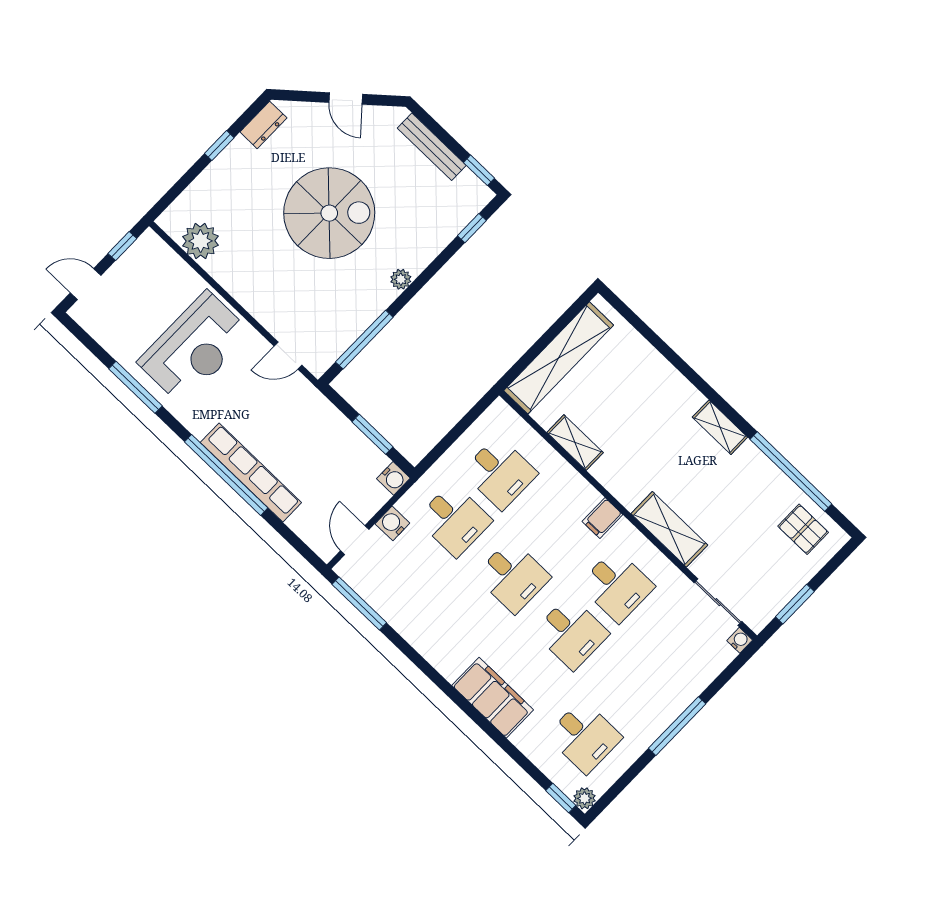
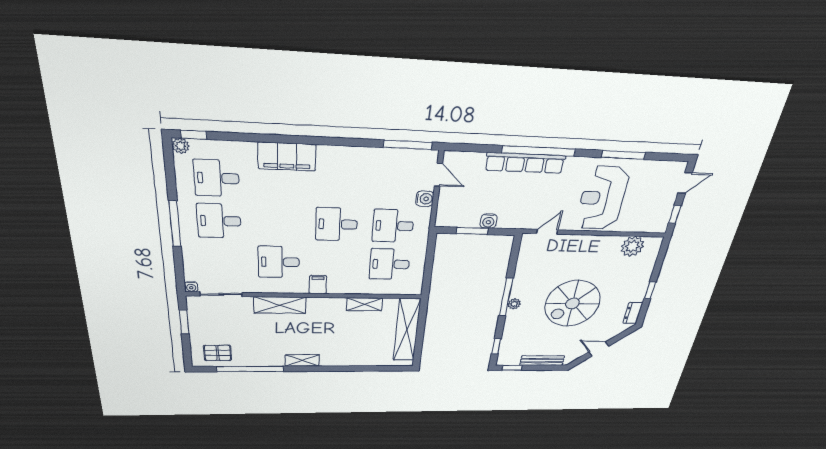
window: (364, 340) -> (506, 297), moved
water cooler: (393, 478) -> (488, 221), moved, turned -90
desk: (571, 633) -> (219, 221), moved

